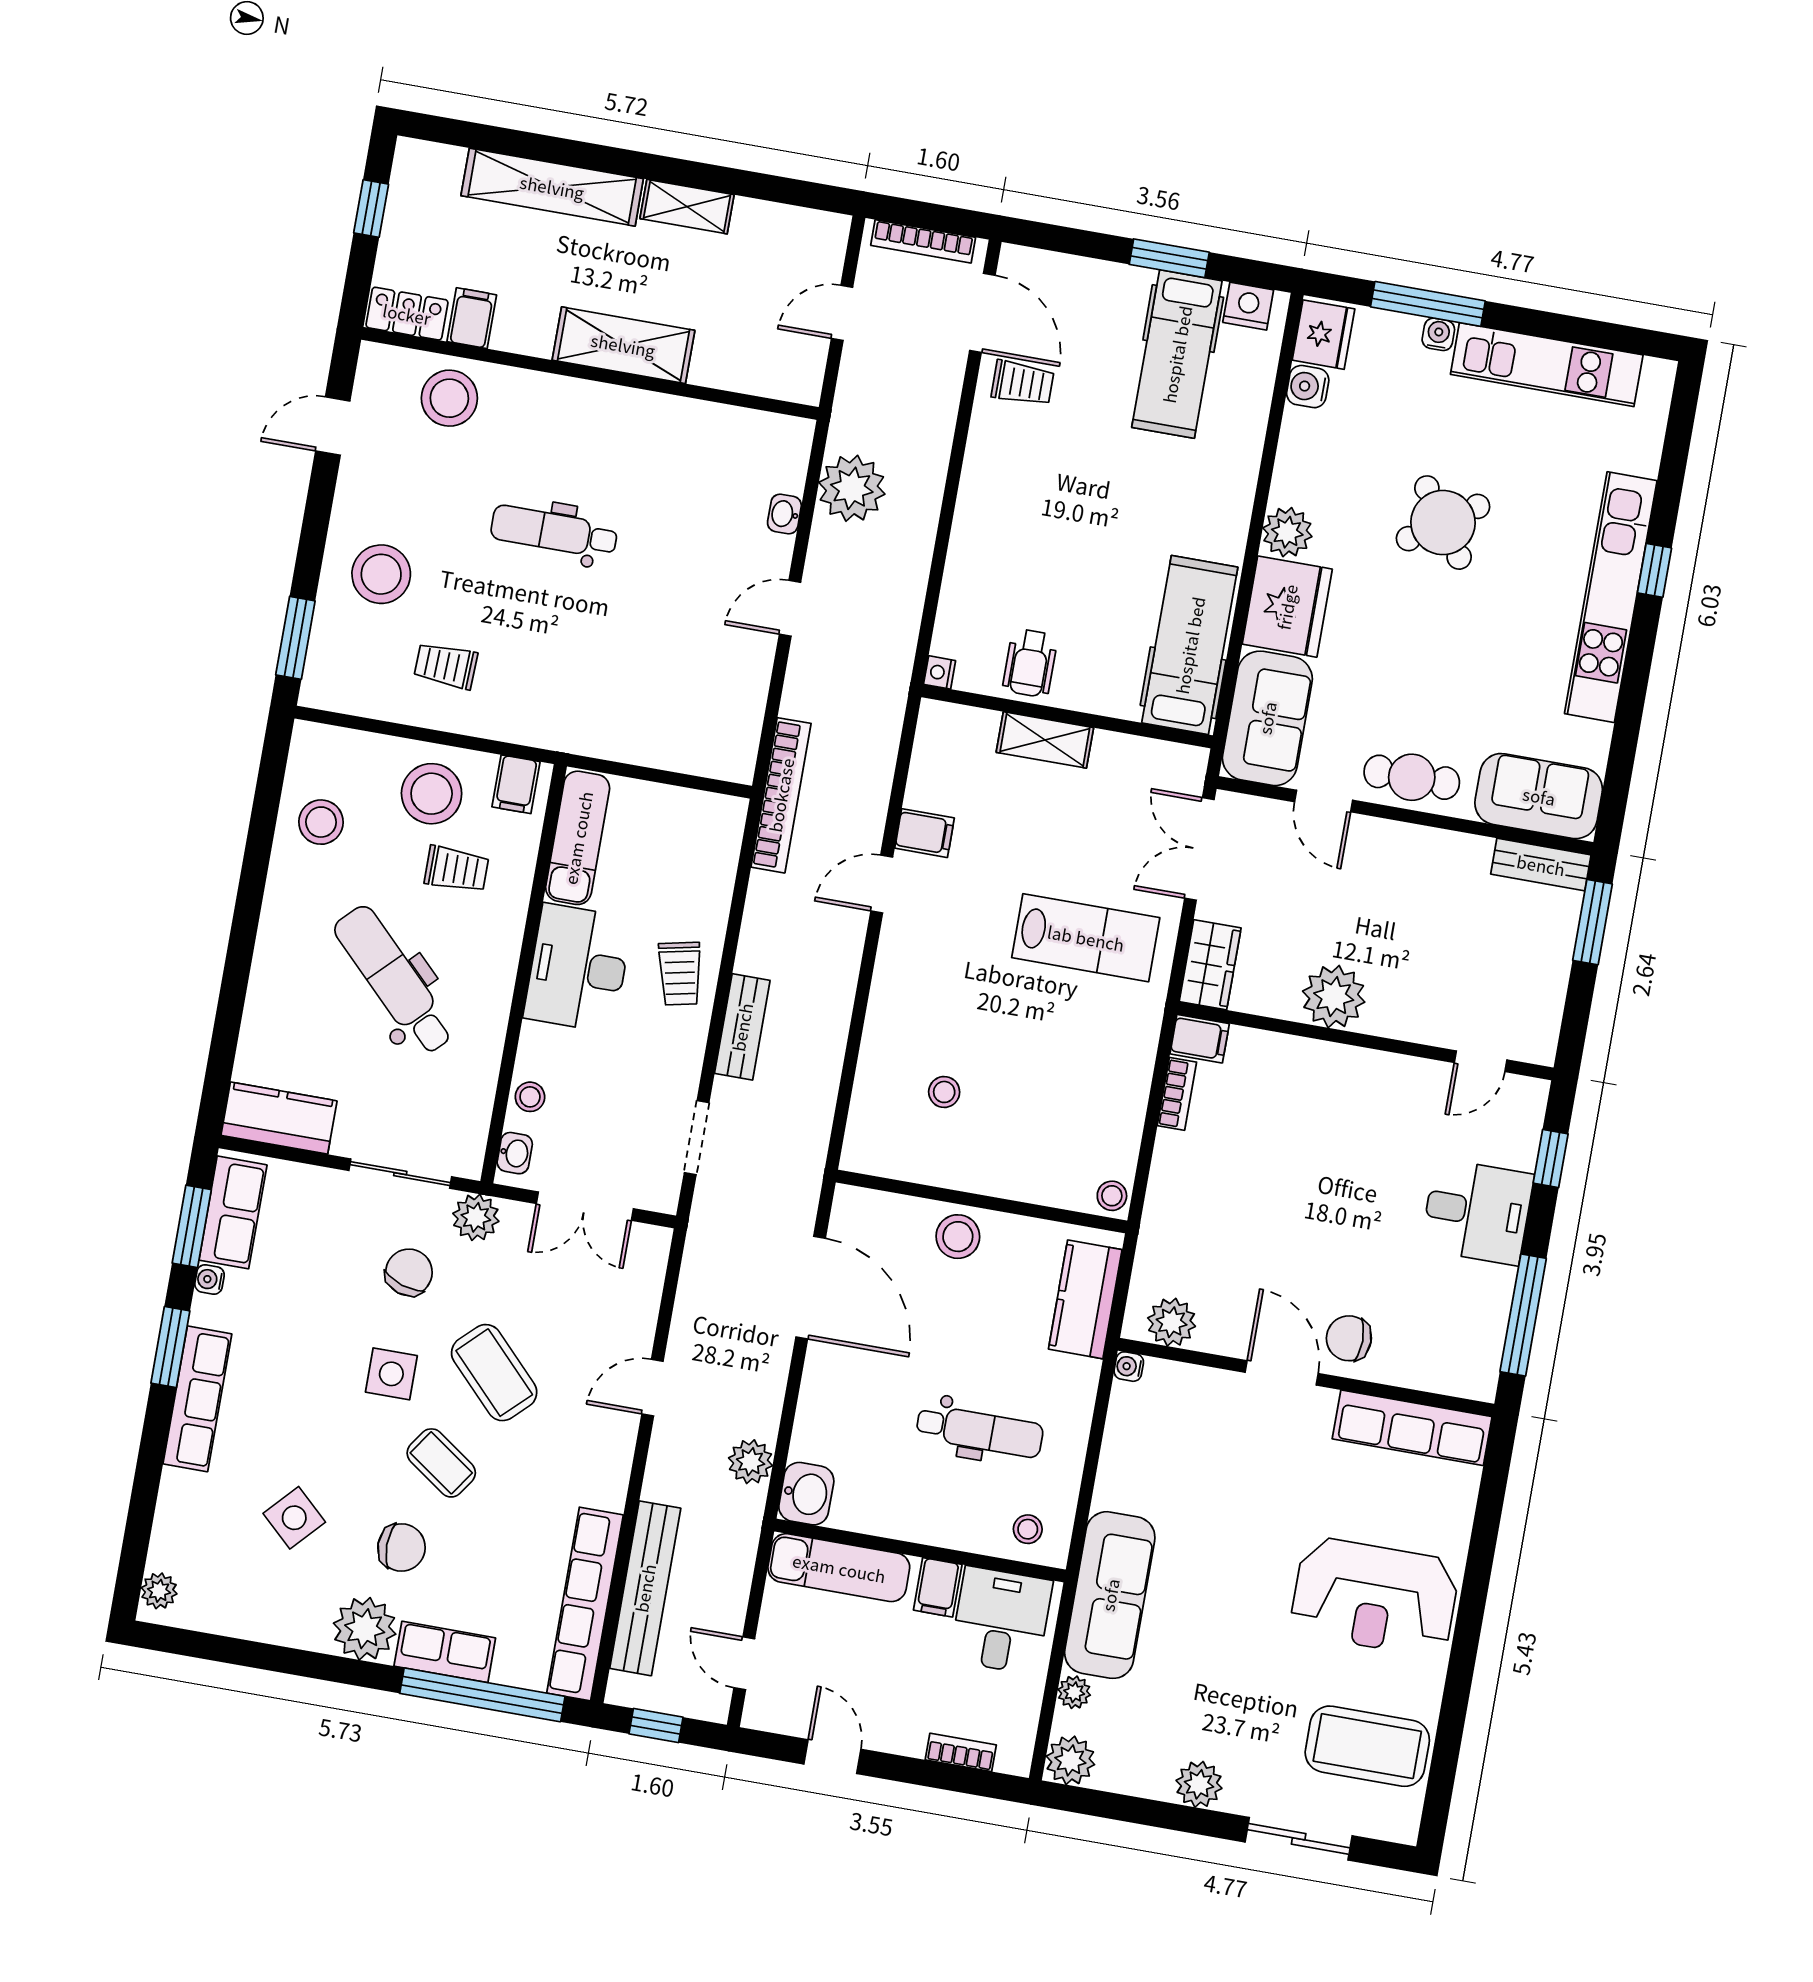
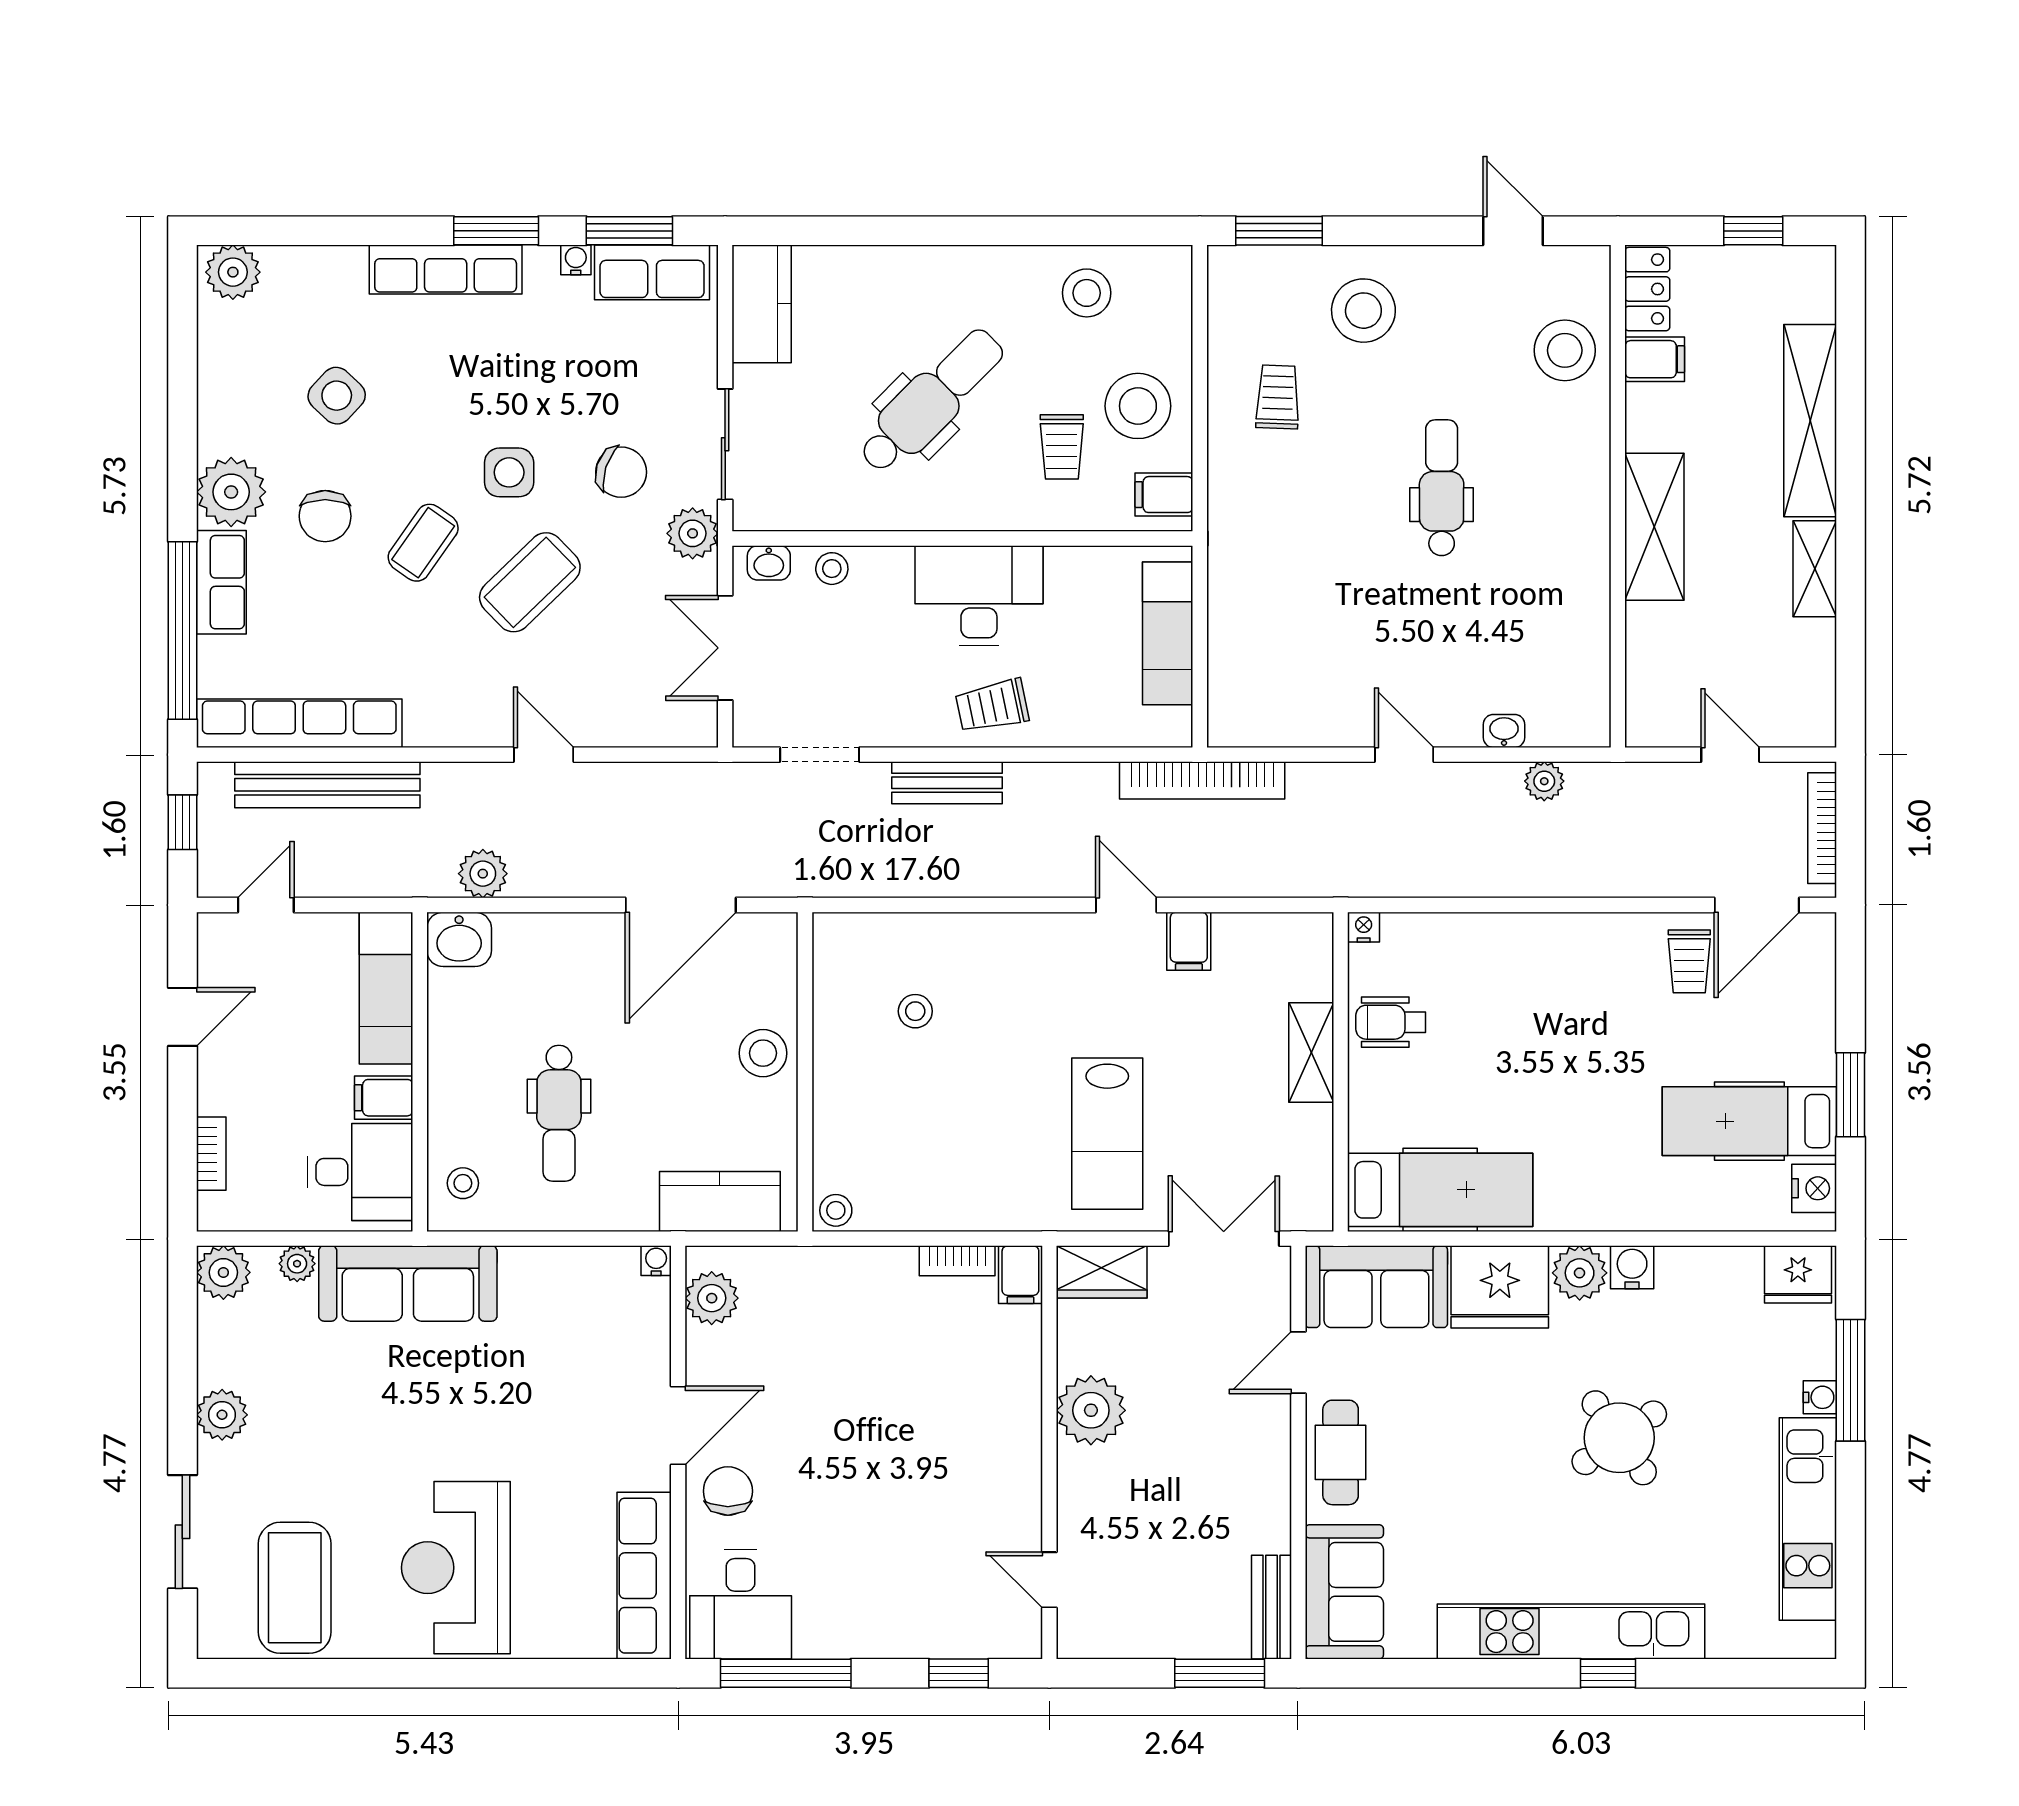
water cooler: (1308, 387) -> (1632, 1267), moved
plant: (852, 488) -> (1544, 781), width x0.53, depth x0.53
exam couch: (578, 838) -> (1168, 633), moved, turned 90
desk: (1477, 1212) -> (741, 1604), moved
plant: (159, 1591) -> (233, 272), width x1.38, depth x1.38

